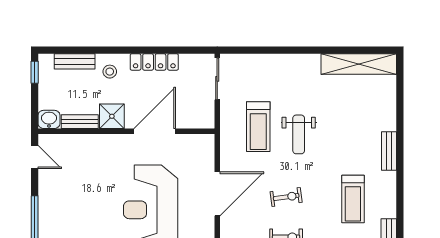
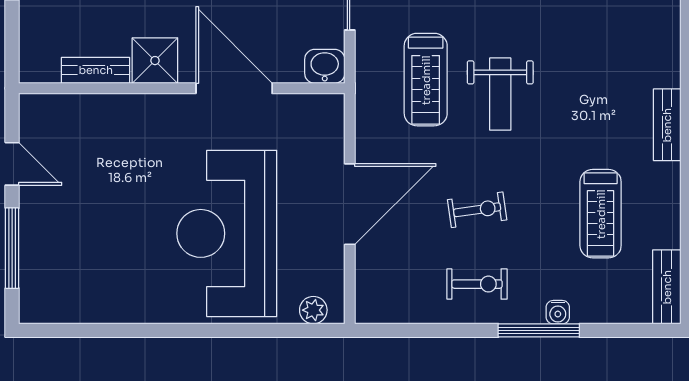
washbasin: (49, 119) -> (325, 66), moved
door: (155, 131) -> (234, 88), hinge flipped
door: (35, 157) -> (12, 164), moved

